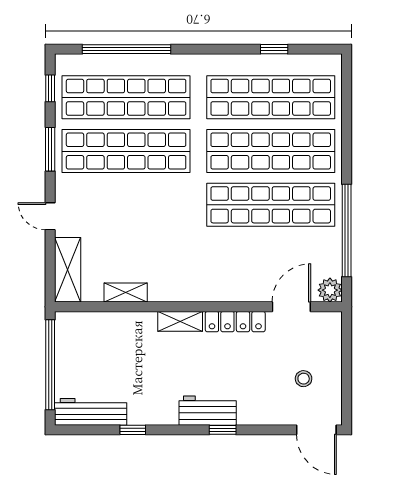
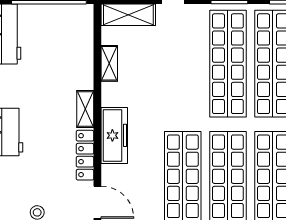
freezer: (212, 287) -> (114, 135), added

